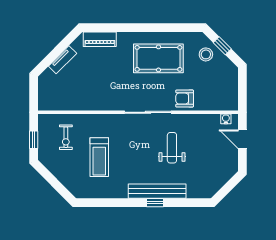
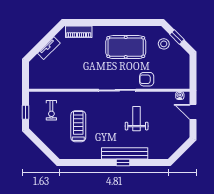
treadmill: (99, 157) -> (78, 126), turned 180

